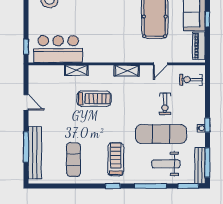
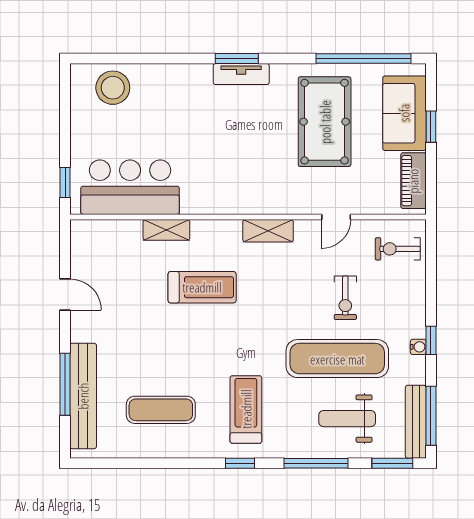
exercise mat: (73, 159) -> (161, 410), turned 90

